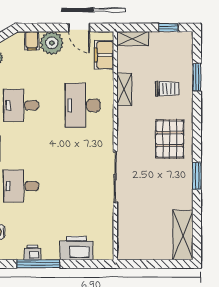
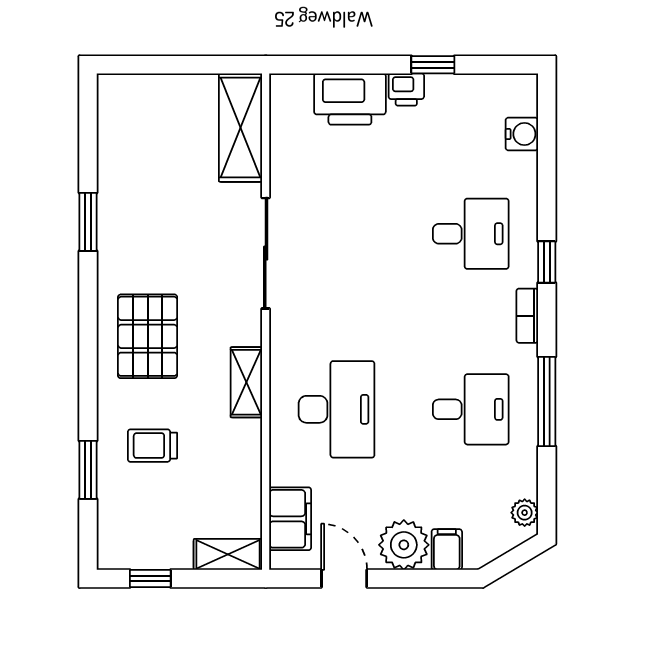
shelving: (124, 89) -> (246, 382), moved
window: (197, 176) -> (88, 222), moved
shelving: (183, 235) -> (241, 128), moved
printer: (32, 252) -> (406, 89), moved
window: (38, 264) -> (433, 65), width x0.46

